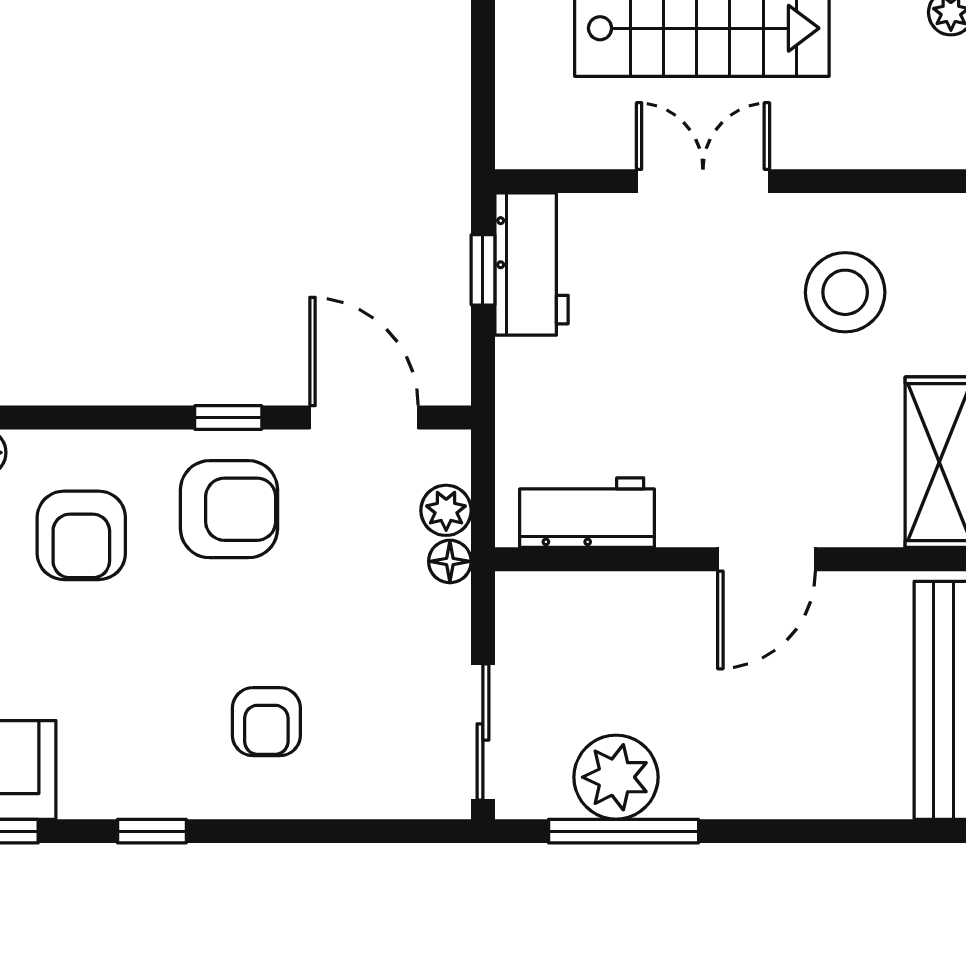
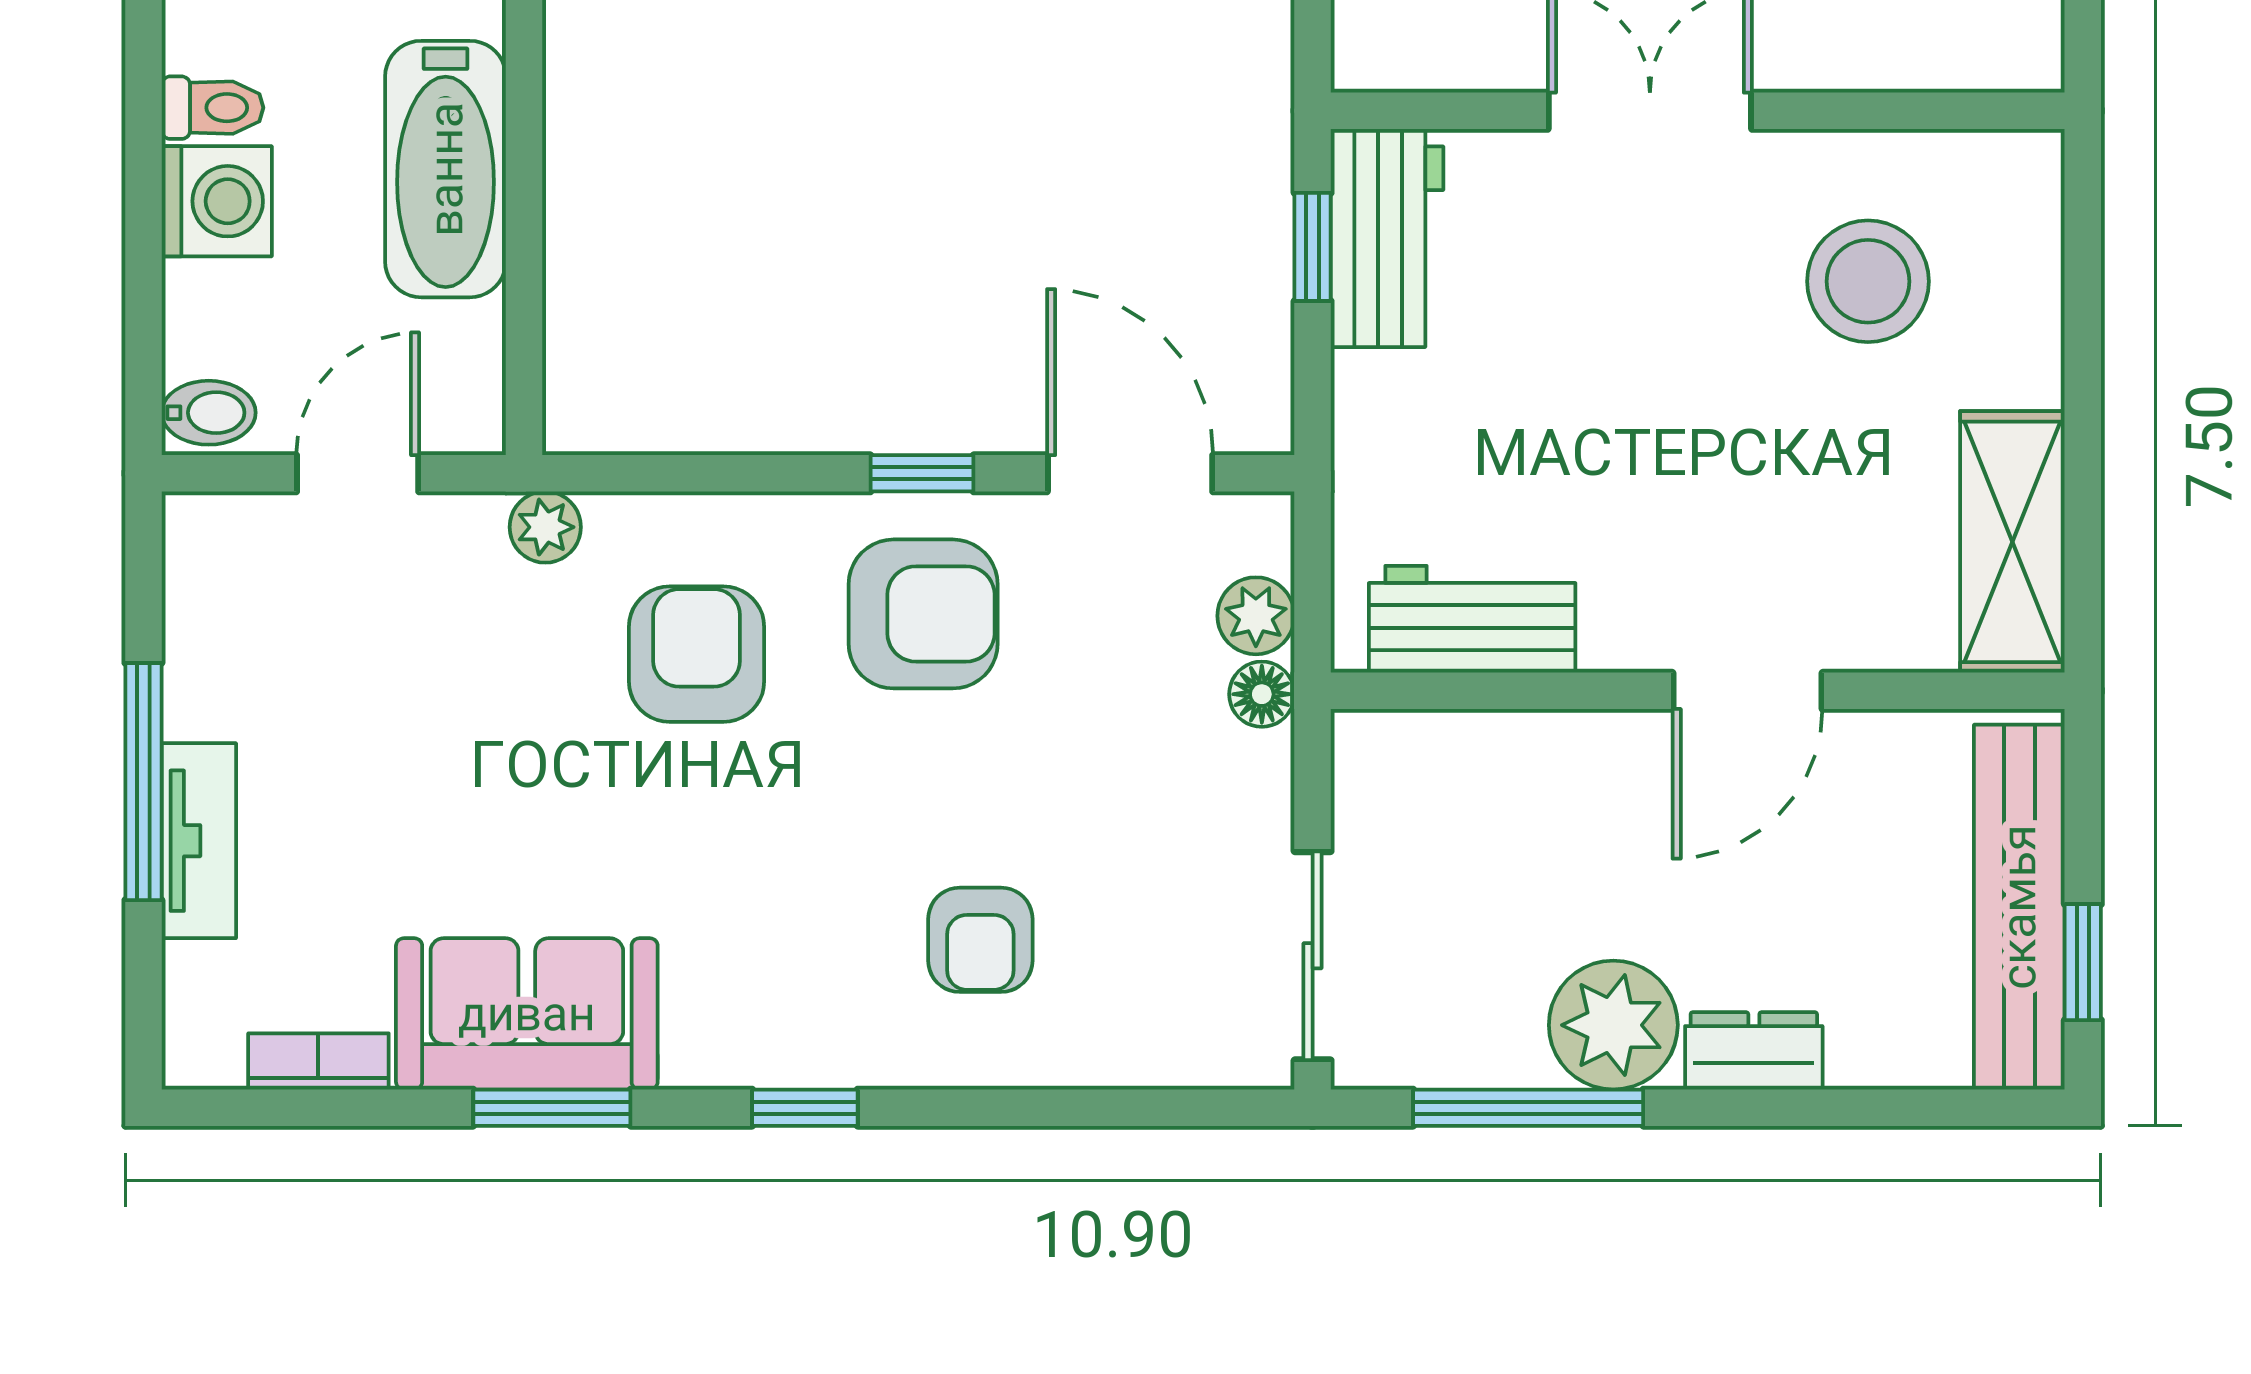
armchair: (81, 535) -> (697, 654), turned 180
plant: (616, 777) -> (1613, 1025), moved
dresser: (771, 794) -> (1754, 1051), added

